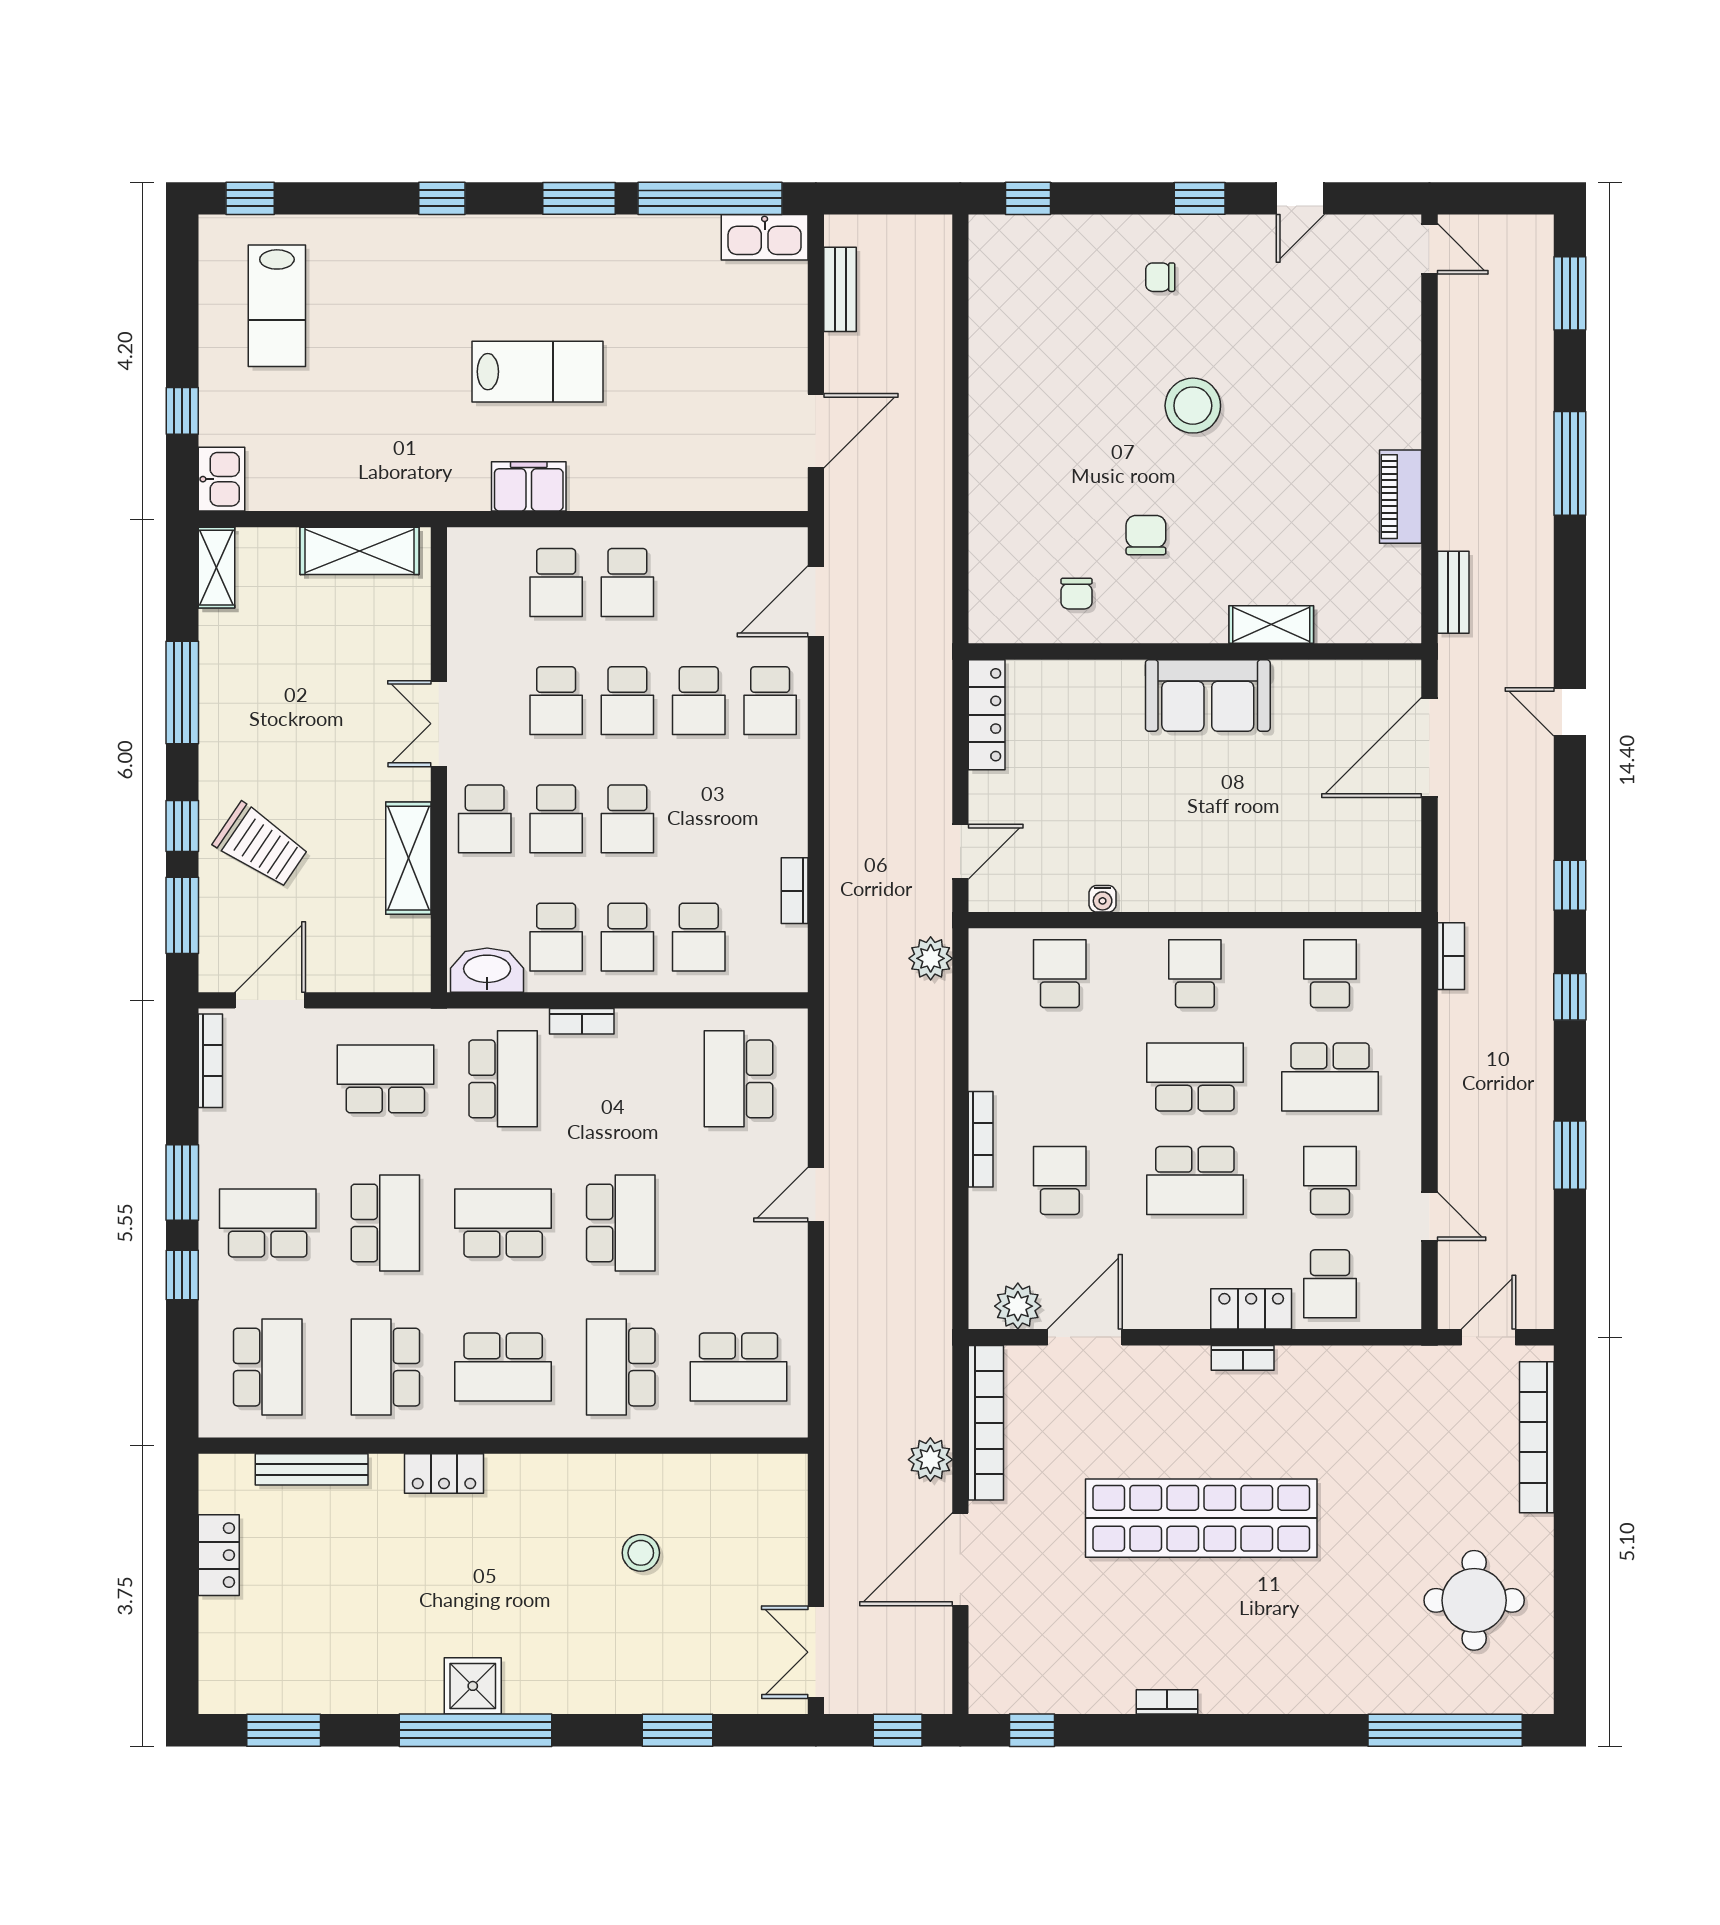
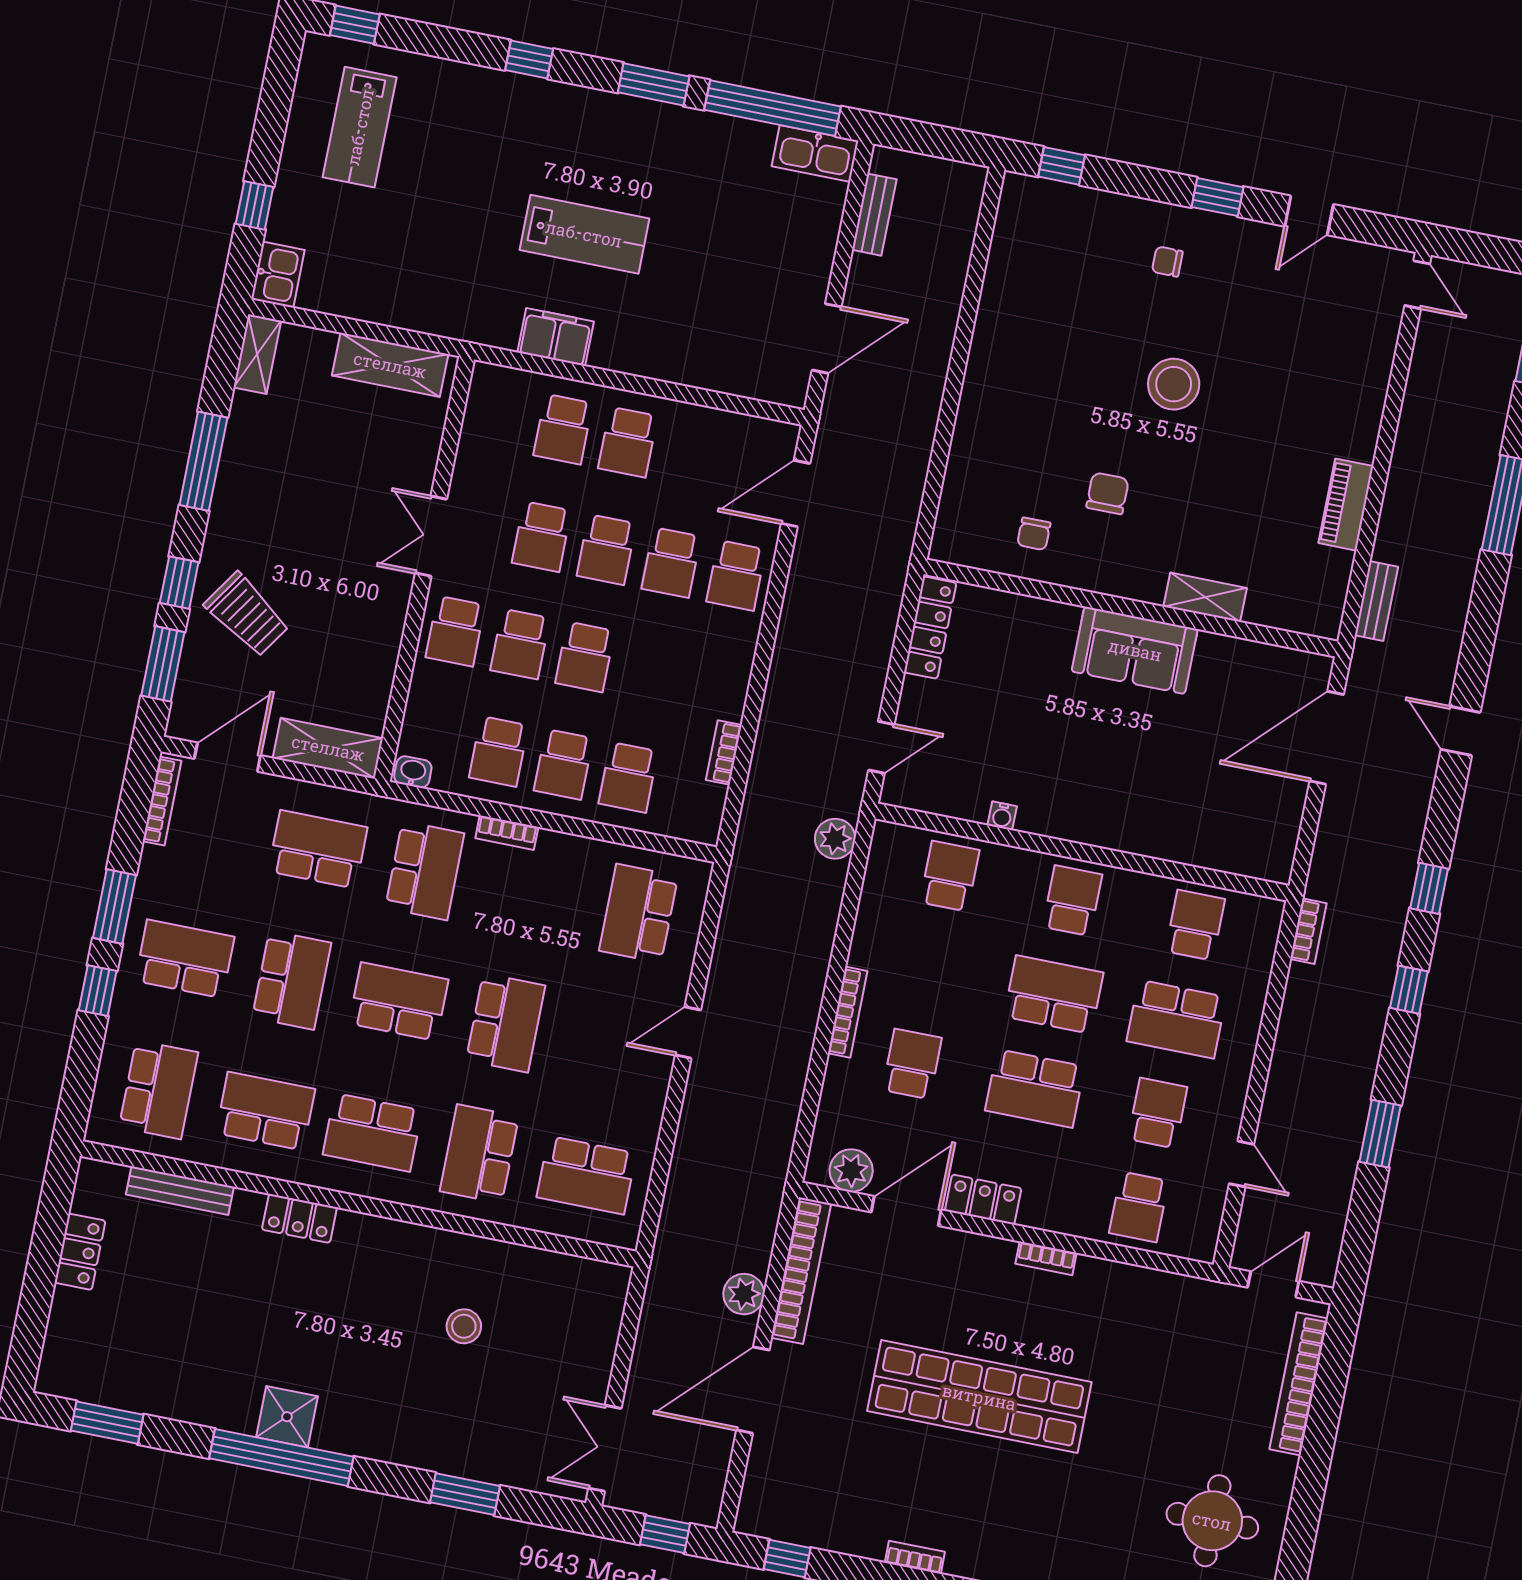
shelving: (408, 858) -> (328, 748), moved, turned 90
washbasin: (487, 970) -> (413, 772), width x0.52, depth x0.69
locker: (1251, 1309) -> (983, 1200), moved
school desk: (385, 1367) -> (266, 1111), turned 90

